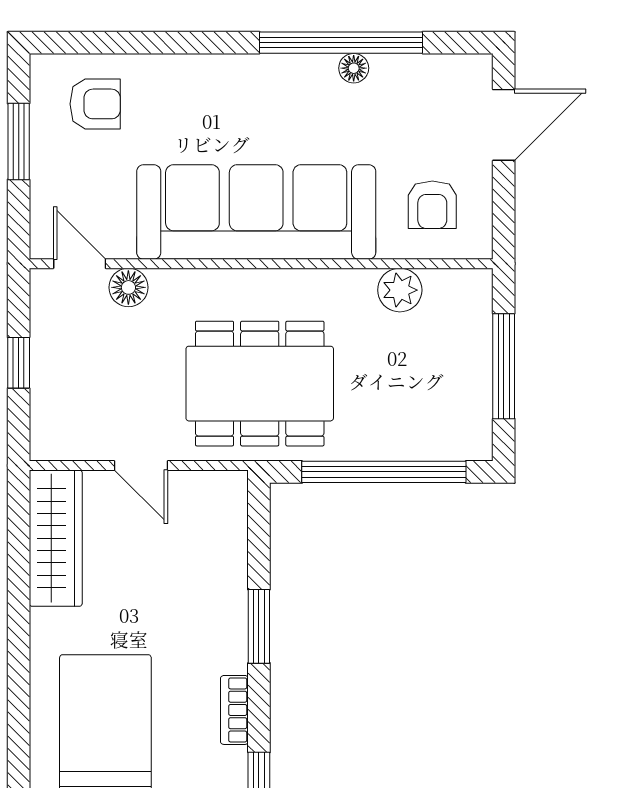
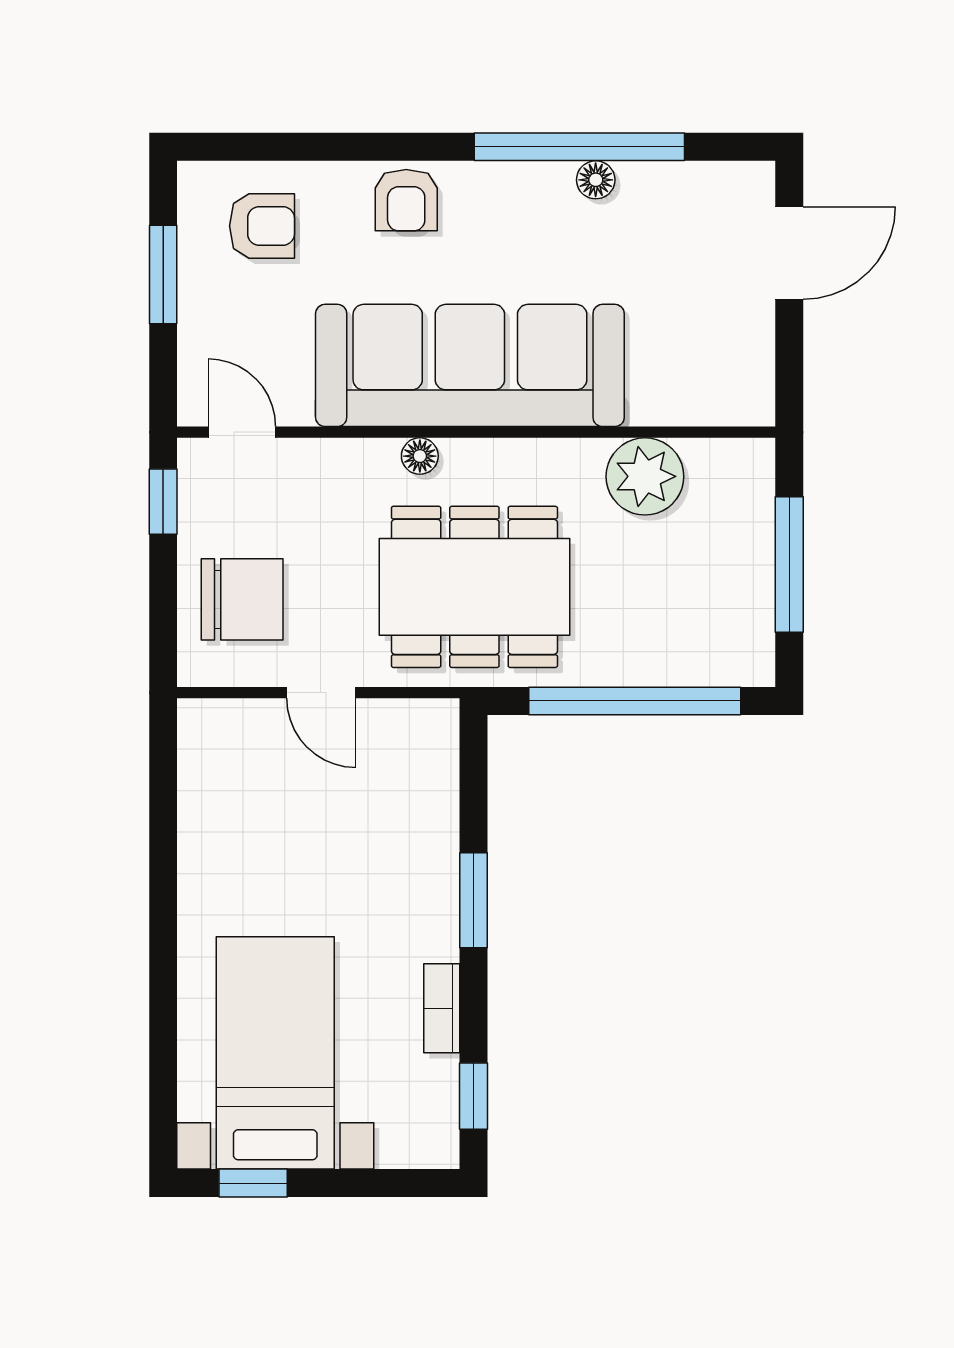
armchair: (432, 205) -> (406, 200), moved
floor lamp: (128, 287) -> (420, 456), moved, width x0.73, depth x0.73
plant: (400, 290) -> (645, 476), width x1.36, depth x1.36
window: (19, 363) -> (163, 502), moved
chair: (80, 393) -> (242, 599), added
wardrobe: (56, 538) -> (211, 786), removed

